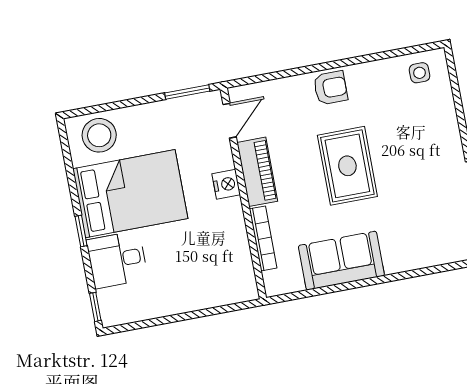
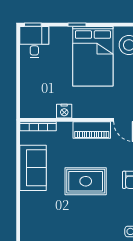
nightstand: (226, 184) -> (64, 111), moved
bookcase: (263, 238) -> (38, 126), moved
desk: (117, 260) -> (34, 42), moved

